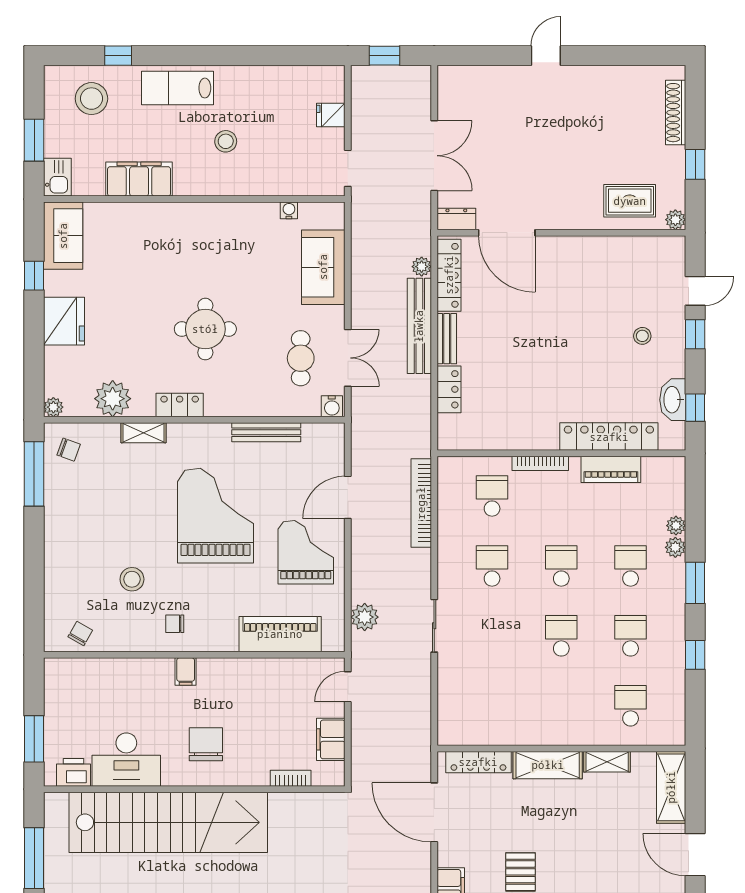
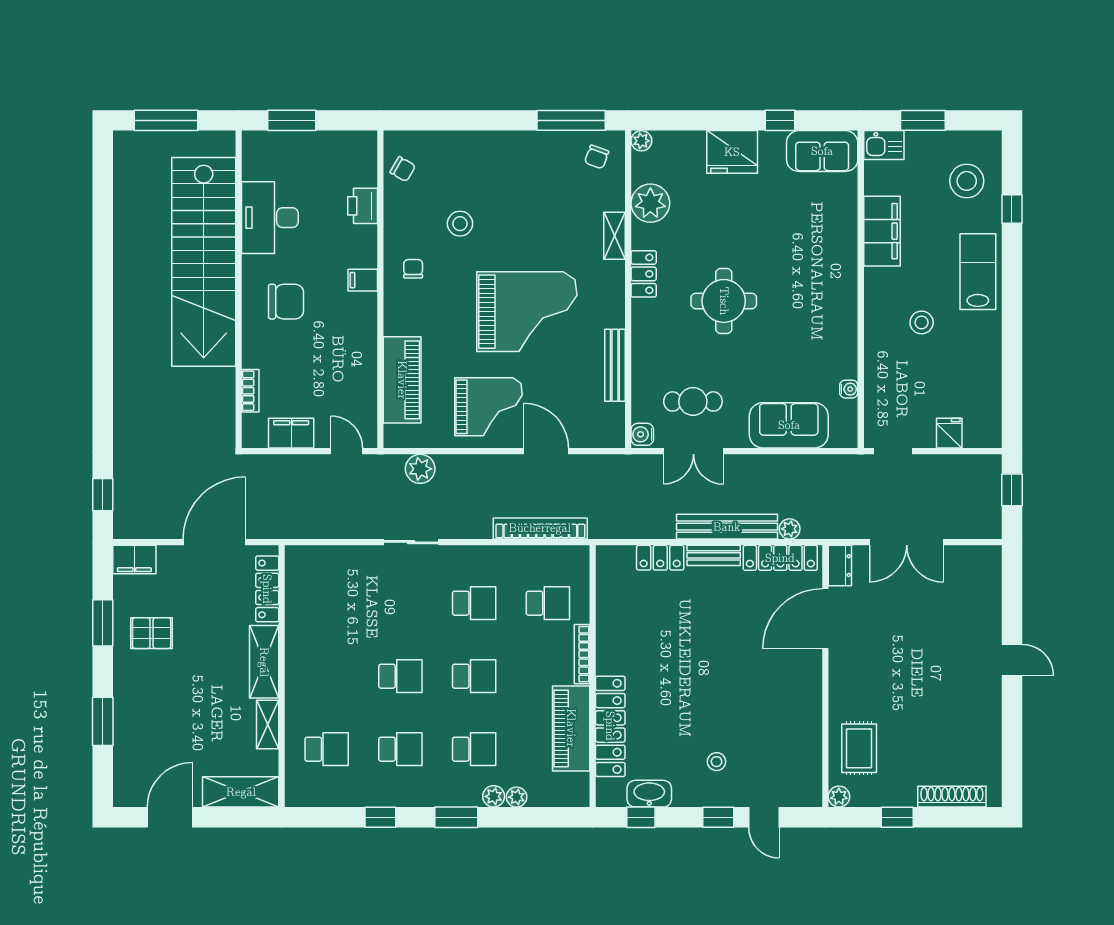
piano: (611, 469) -> (571, 728), width x1.37, depth x1.33
printer: (73, 772) -> (363, 206), moved, turned 180

